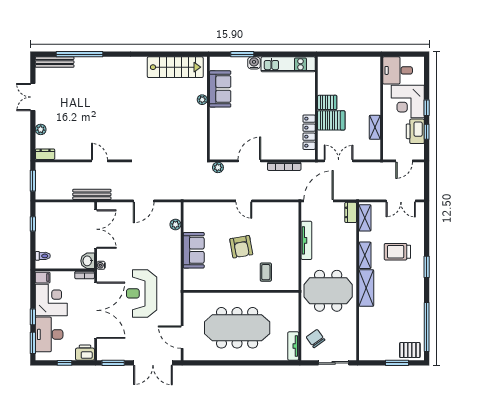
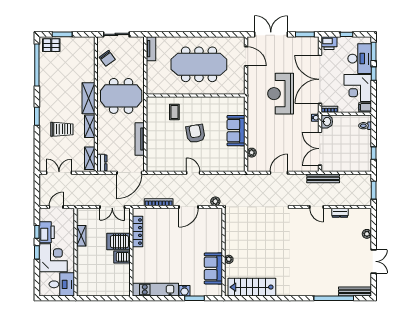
dresser: (45, 154) -> (340, 213), moved
reception desk: (142, 293) -> (281, 94), turned 180
chair: (316, 339) -> (107, 58), moved

